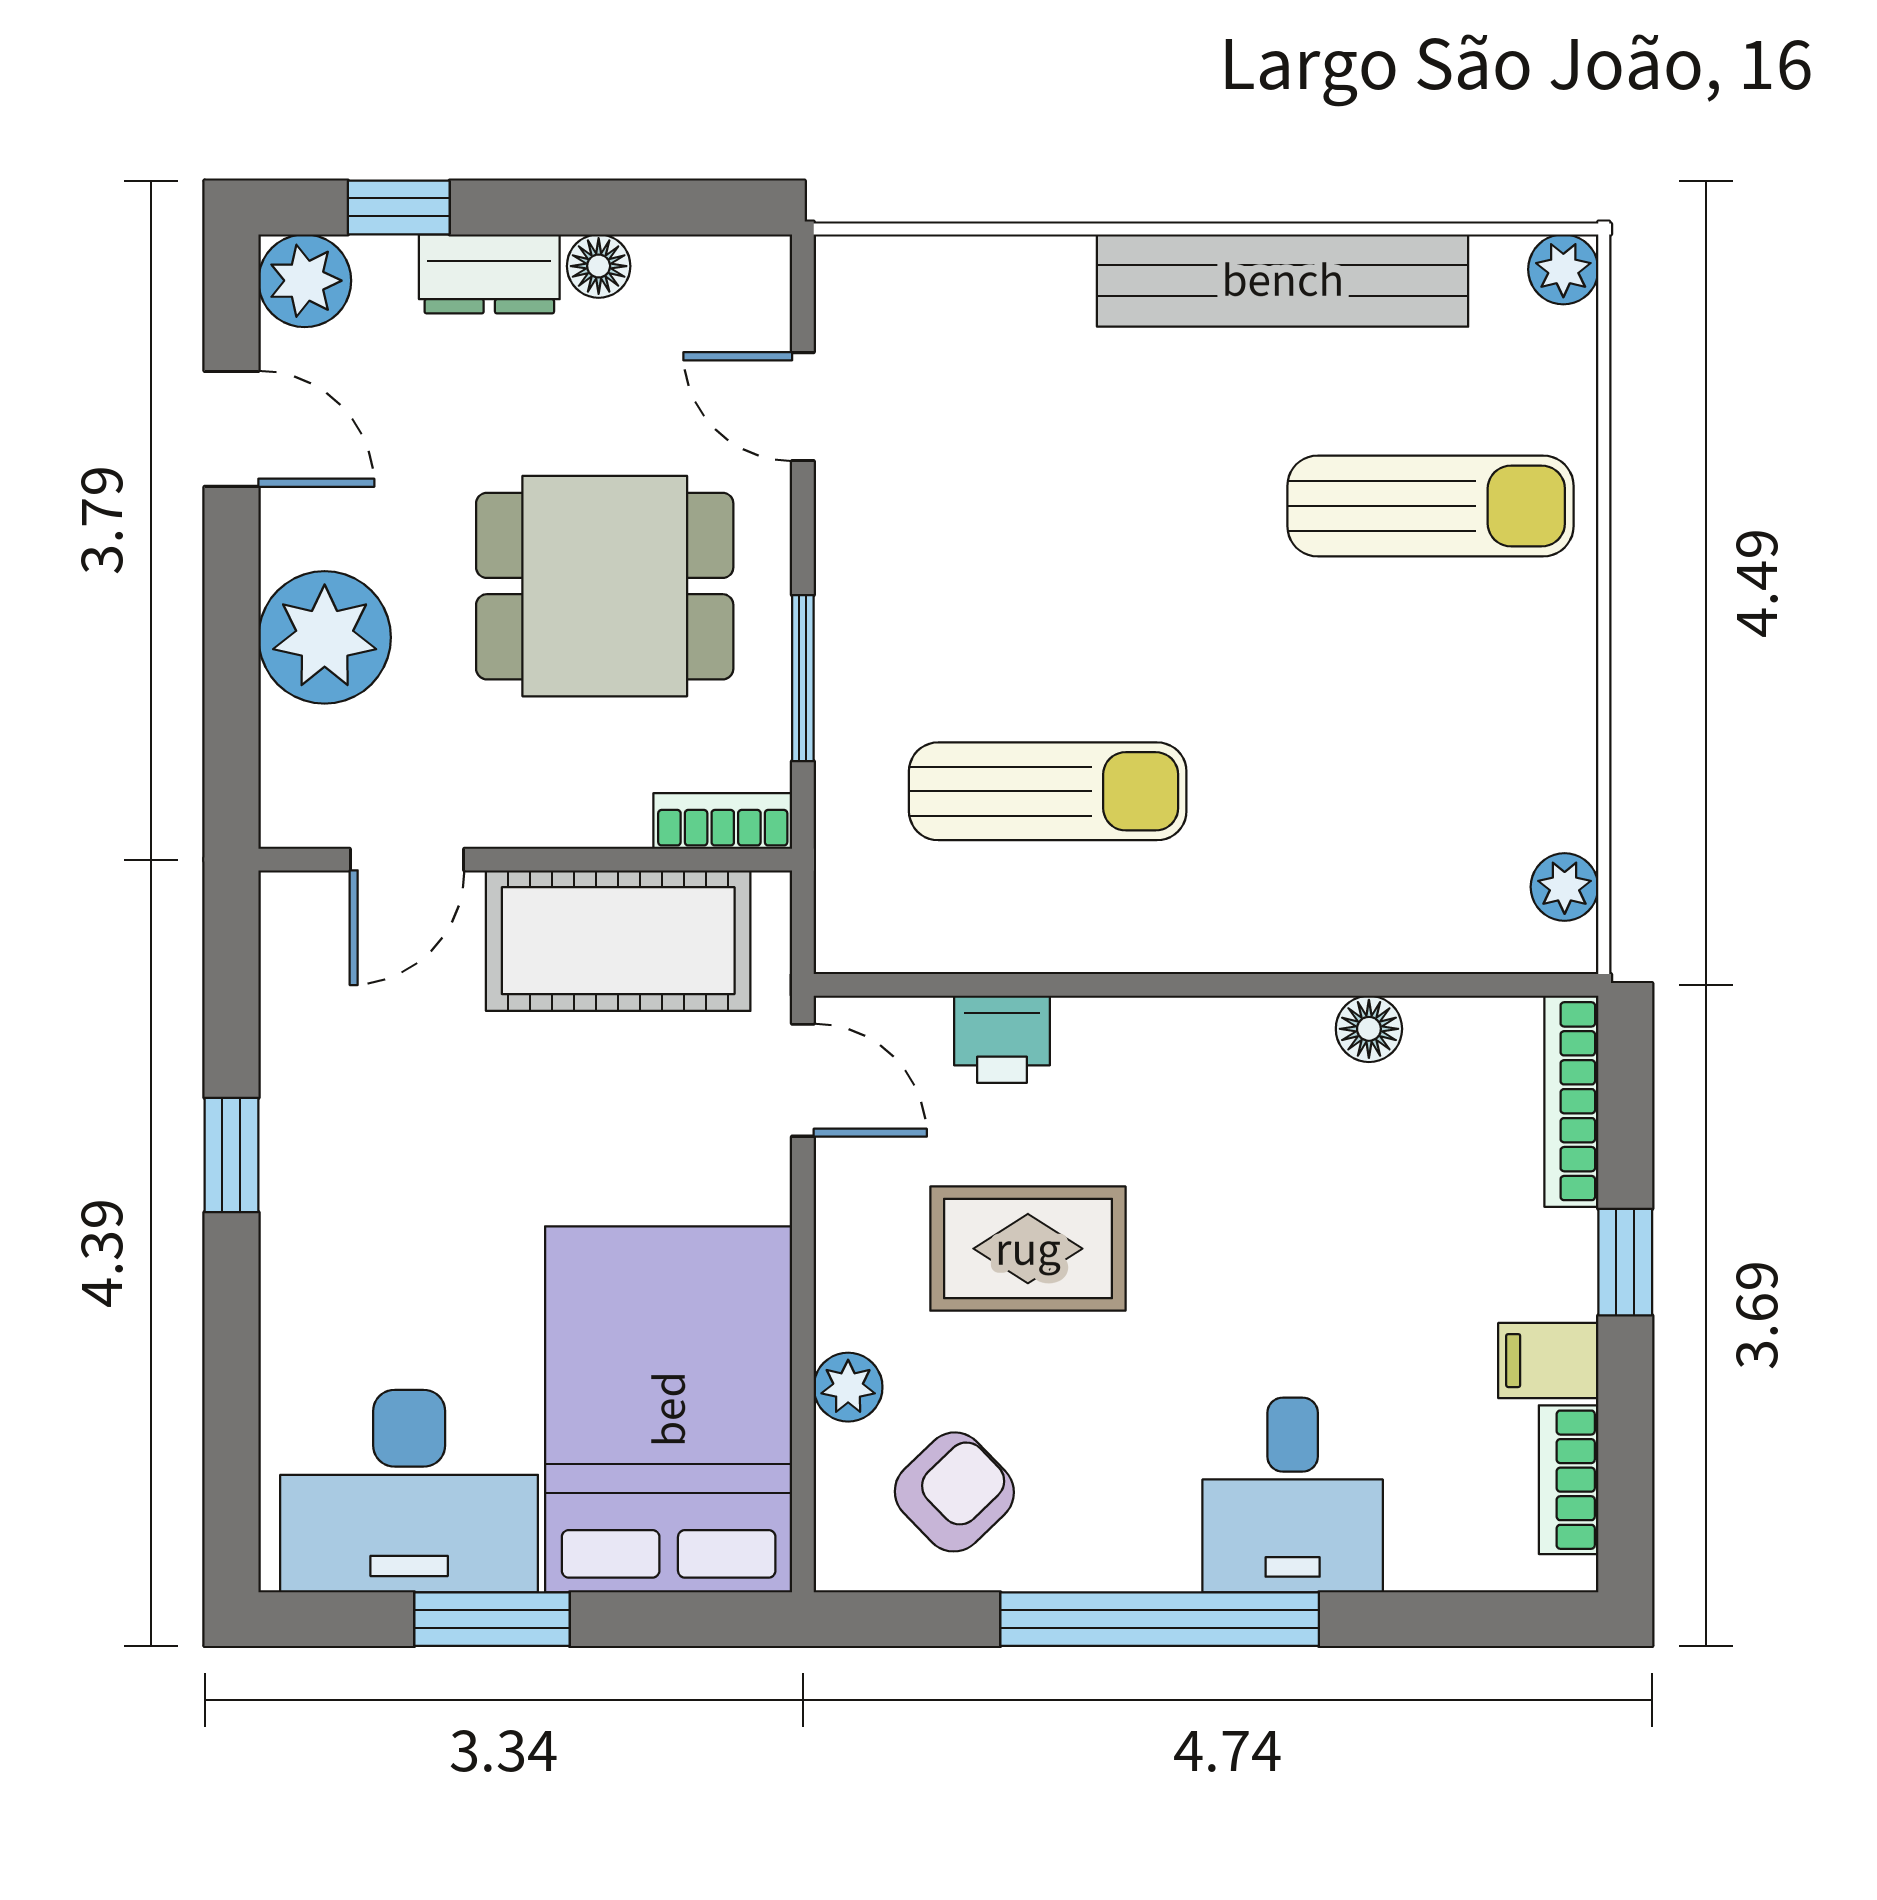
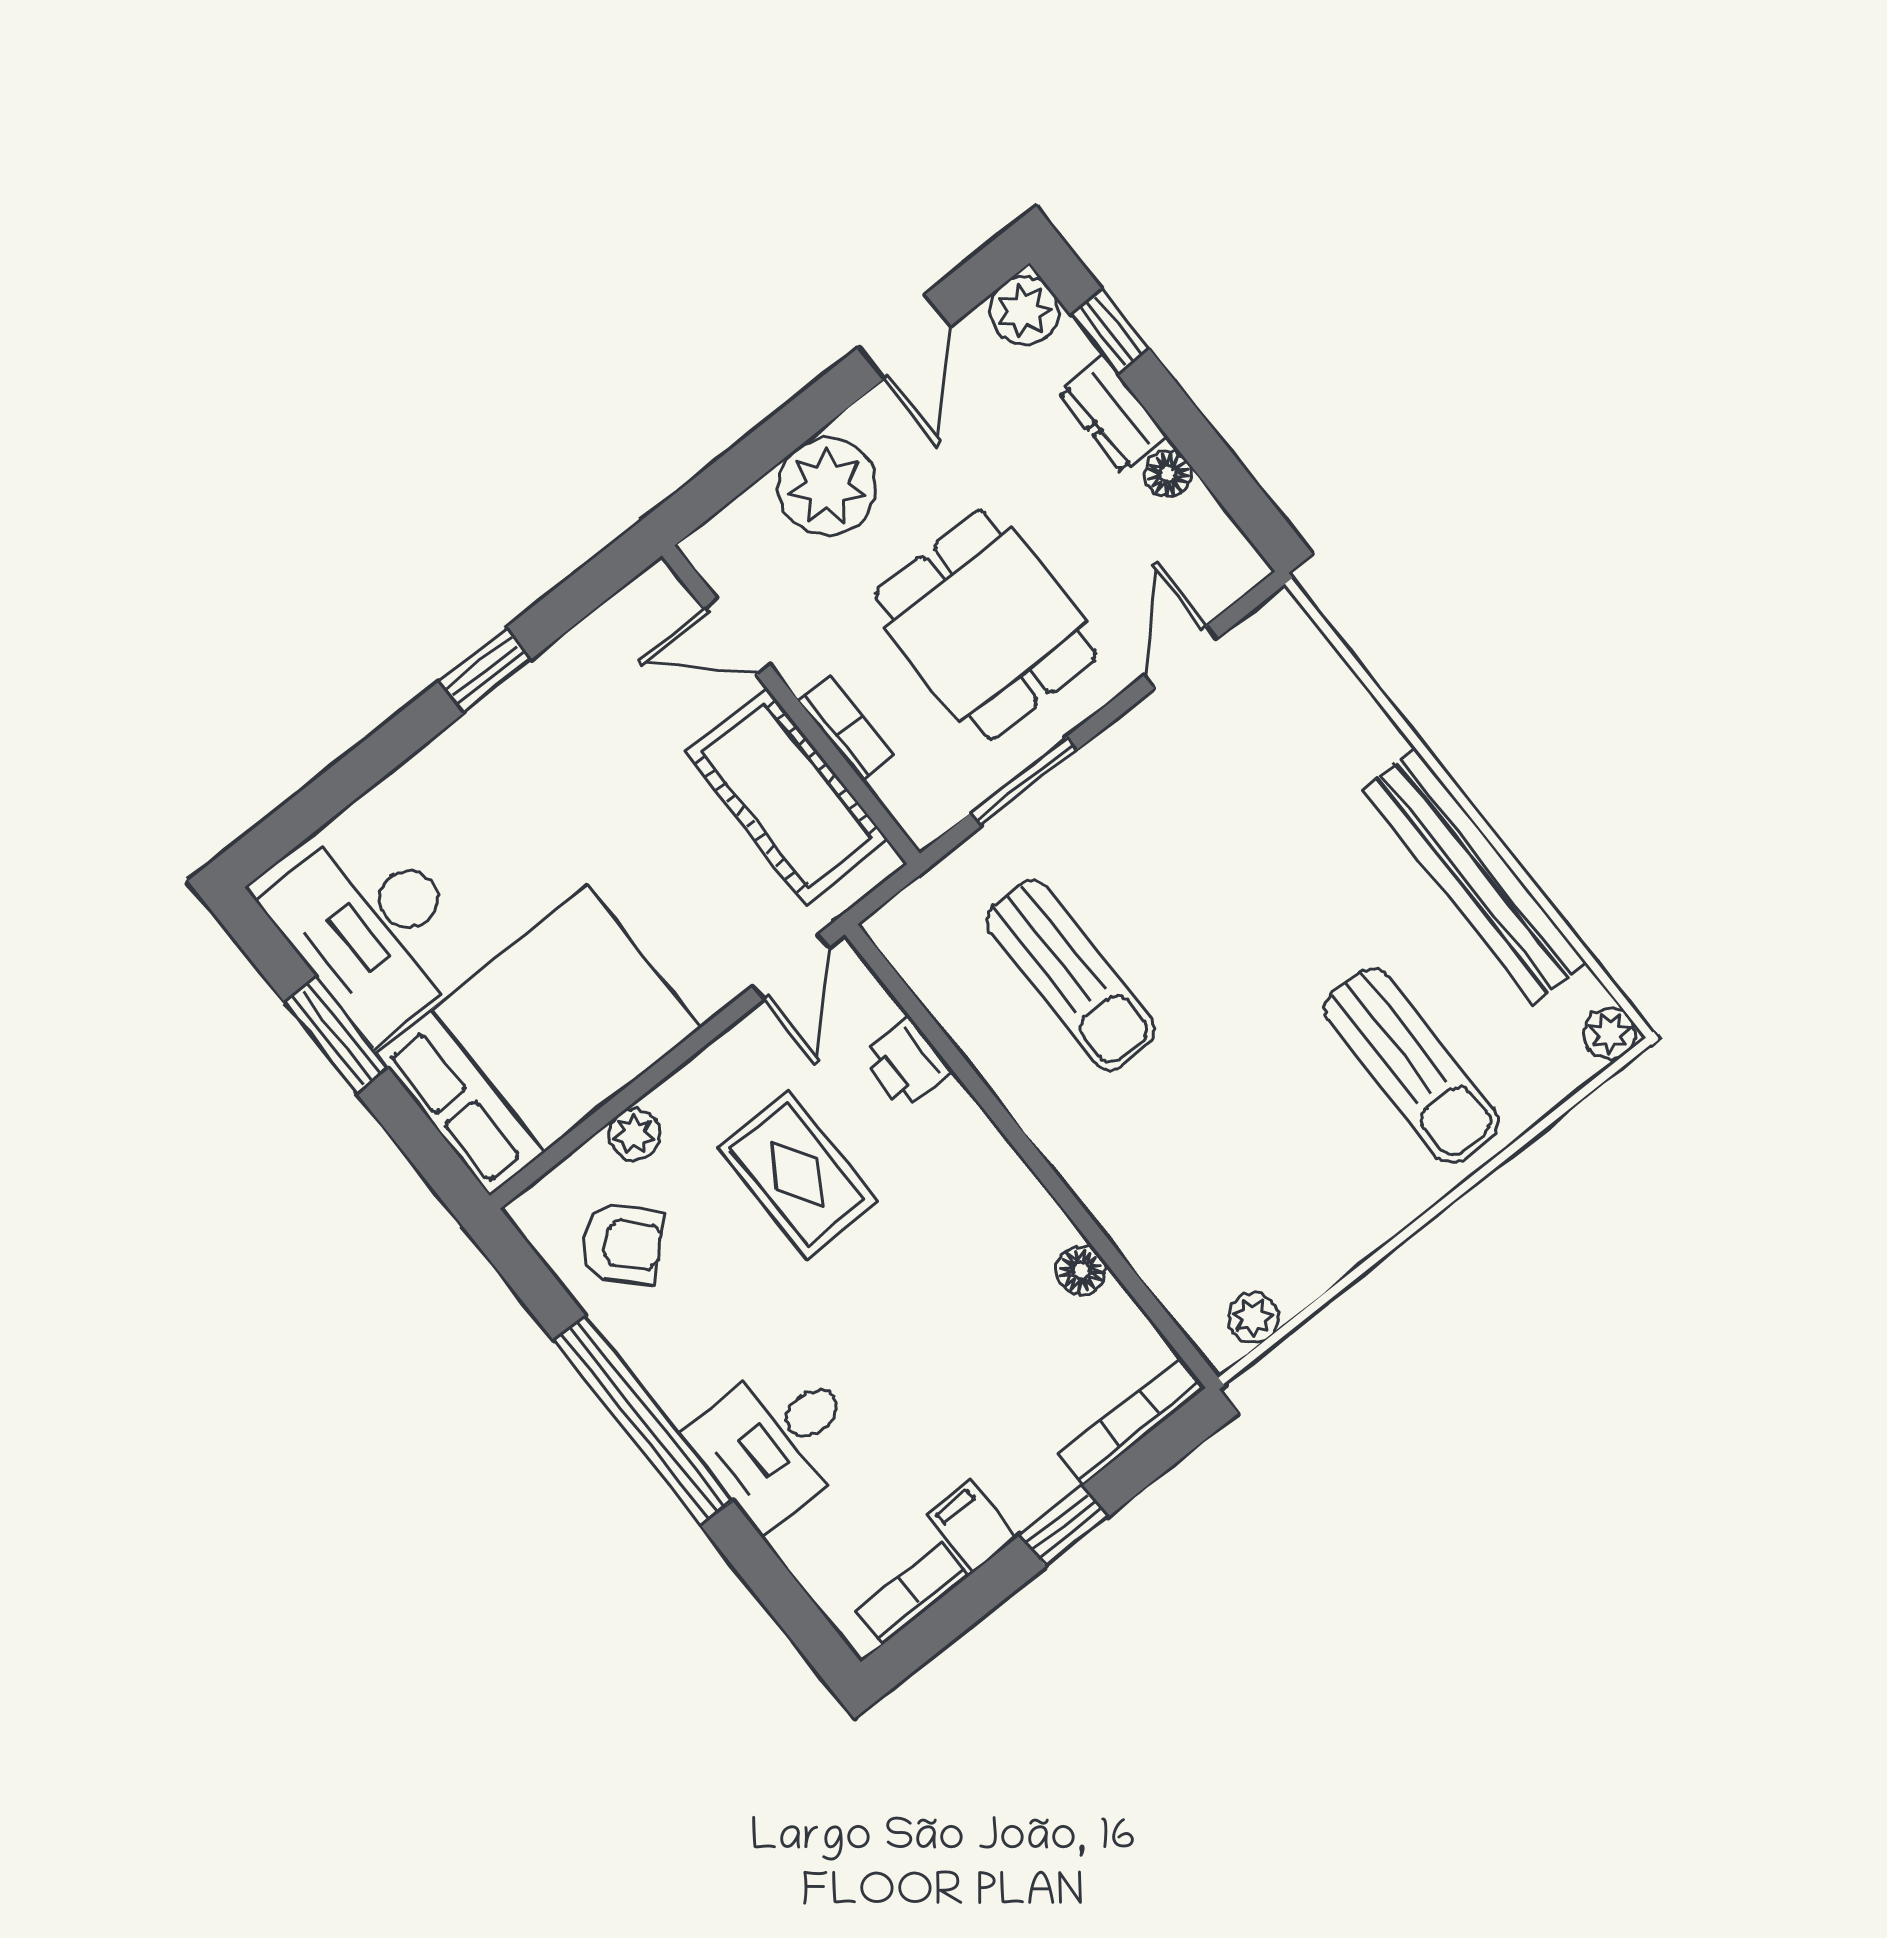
bookcase: (723, 821) -> (846, 728), moved

